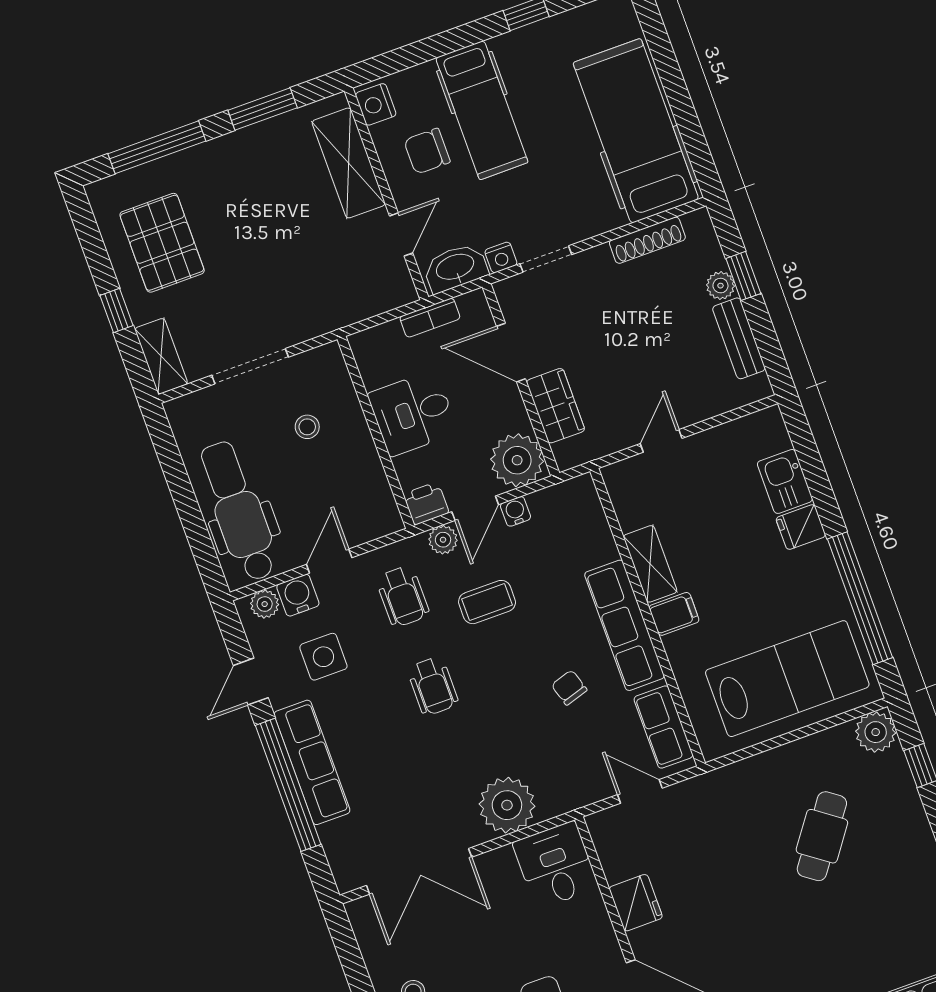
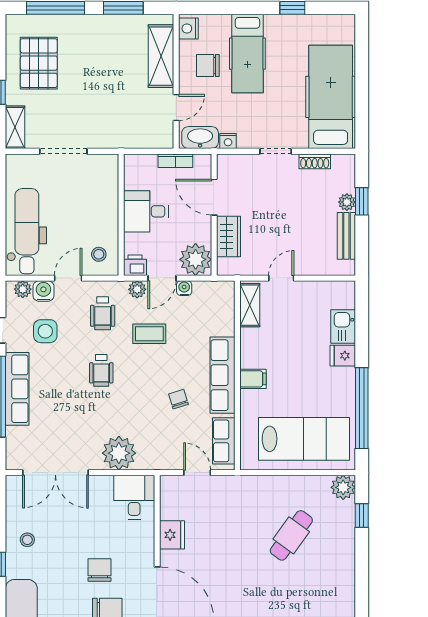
shoe rack: (647, 240) -> (315, 161), width x0.70
doorway: (546, 259) -> (276, 151), moved
stool: (307, 427) -> (99, 254), moved
shelving: (650, 564) -> (250, 305), moved

